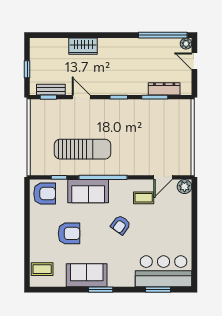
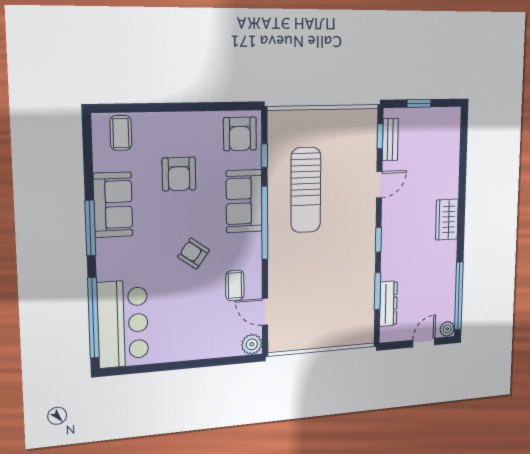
wardrobe: (83, 46) -> (447, 220), moved
window: (101, 290) -> (90, 228), width x1.44
window: (158, 290) -> (93, 318), width x2.11

